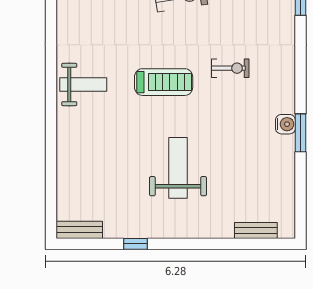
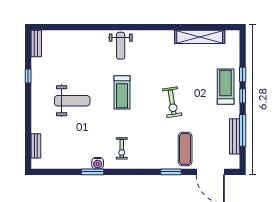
exercise bike: (230, 68) -> (122, 148), moved

